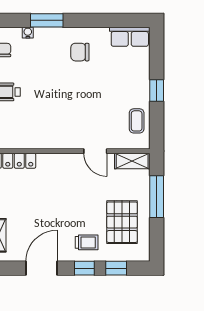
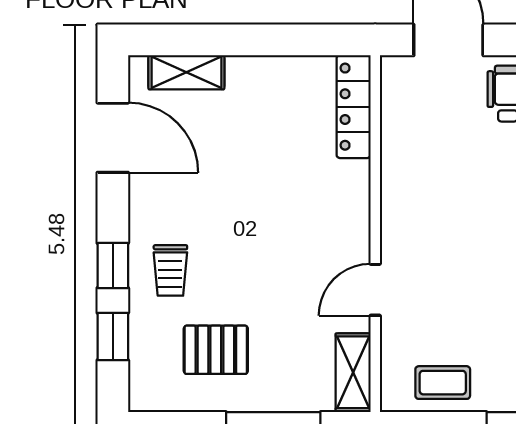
pallet: (122, 222) -> (216, 350), width x0.67, depth x0.71
door: (42, 268) -> (113, 138), moved

